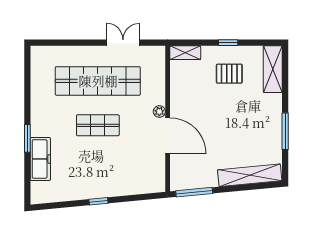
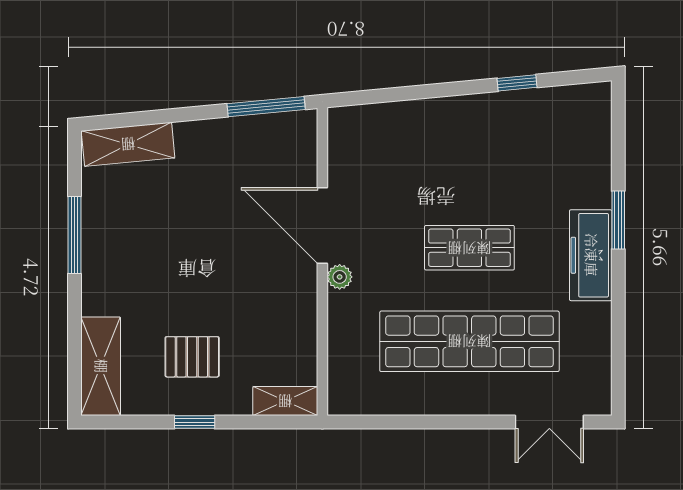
double door: (123, 43) -> (549, 422), moved
freezer: (40, 159) -> (591, 255), moved
shelving: (250, 175) -> (128, 144), width x0.68
window: (98, 201) -> (517, 83), moved

